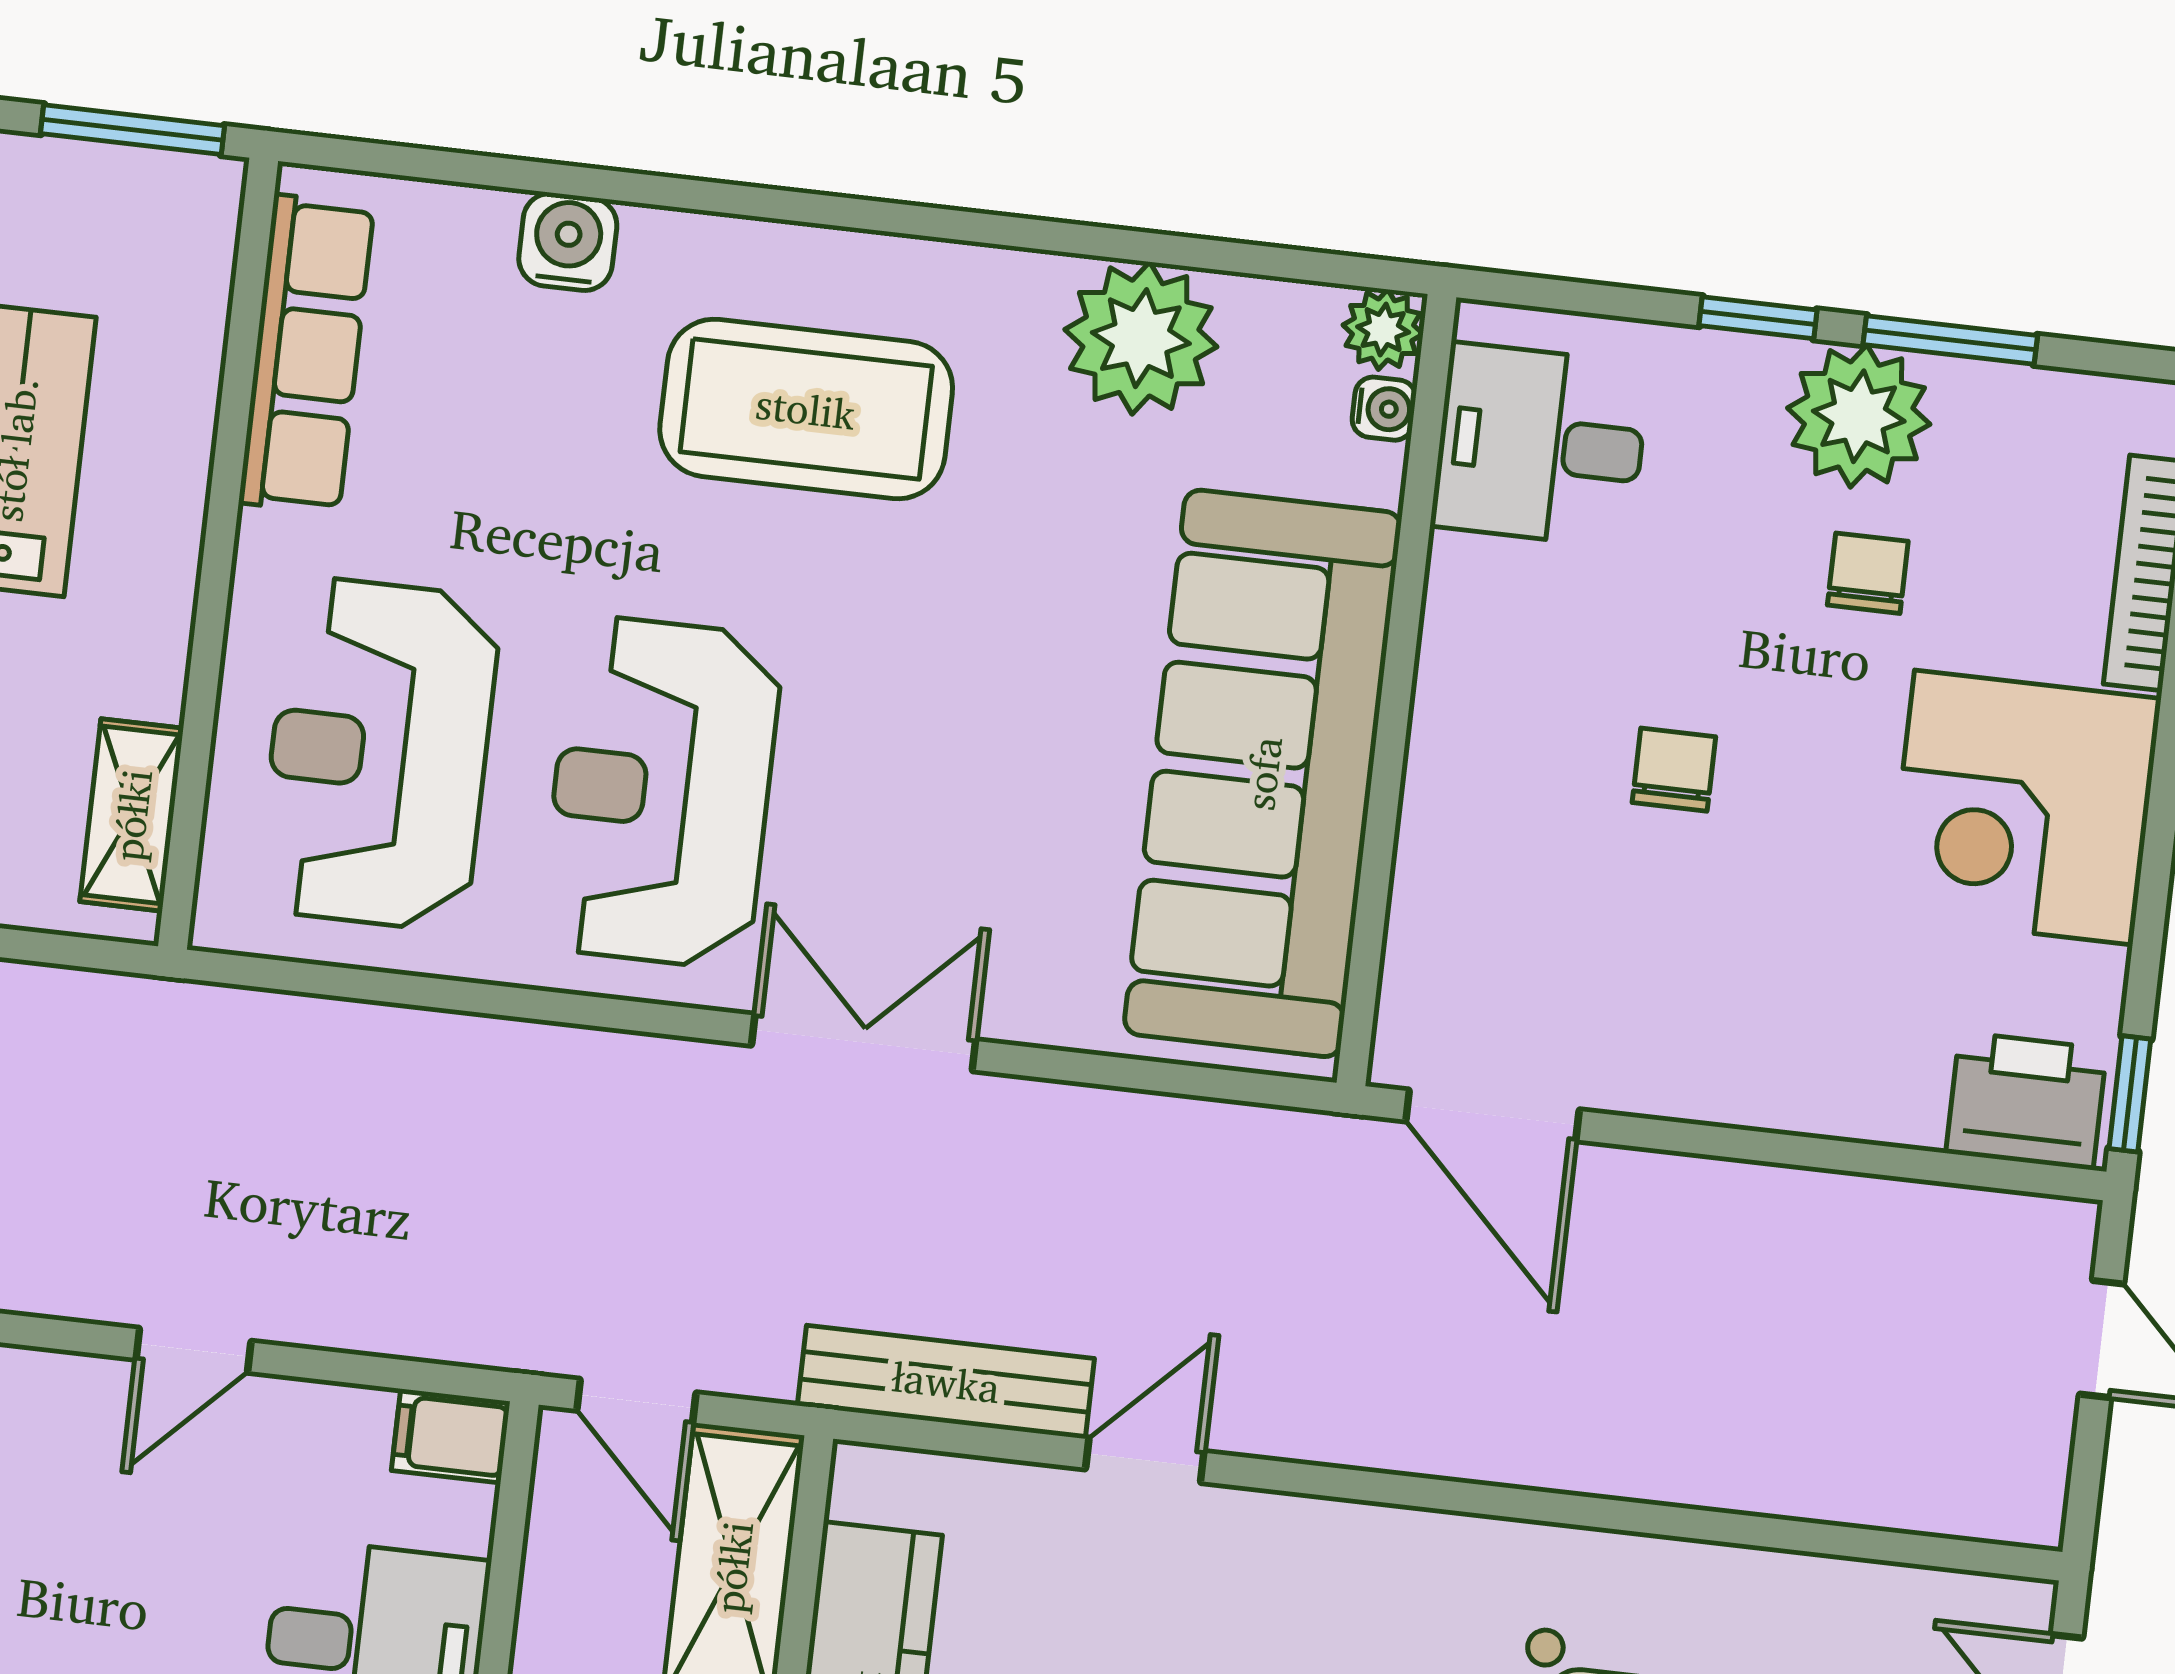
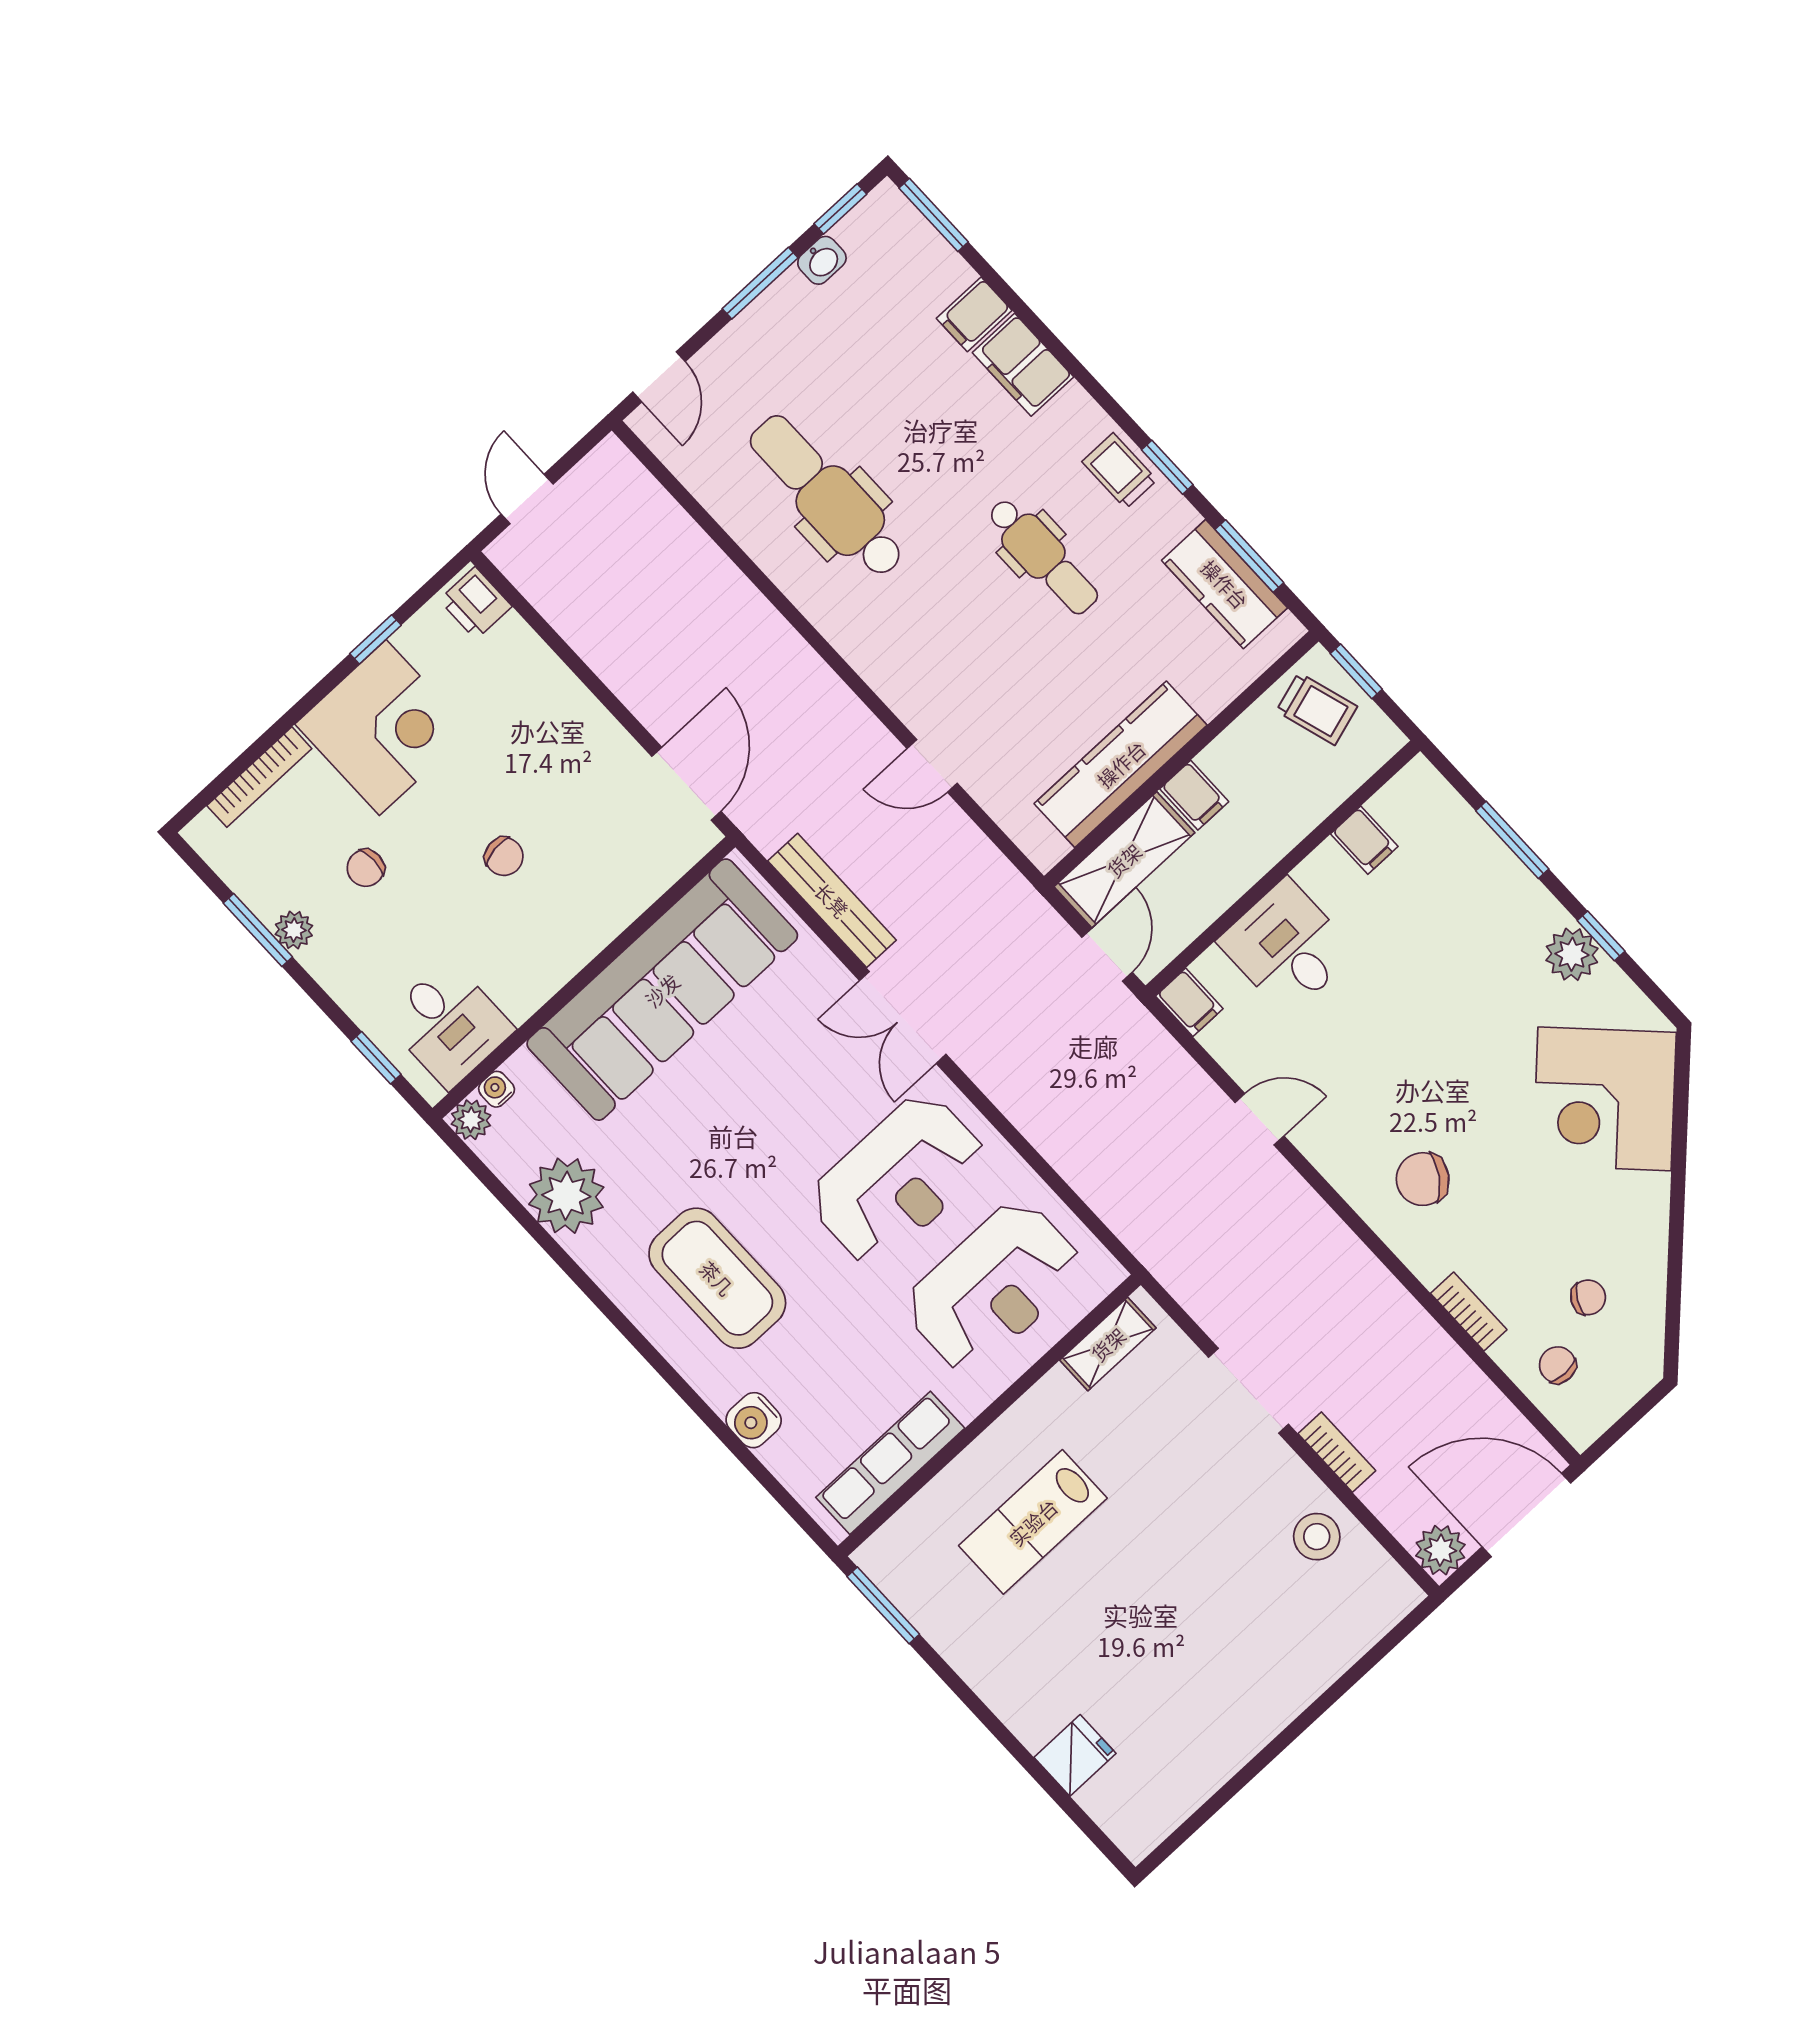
window: (1758, 318) -> (376, 1058), moved
plant: (1859, 416) -> (294, 930), width x0.53, depth x0.53
chair: (1674, 770) -> (504, 856), turned -98
window: (2130, 1094) -> (375, 639), moved
printer: (2026, 1101) -> (475, 603), width x0.73, depth x0.81
bench: (946, 1382) -> (832, 900), moved

